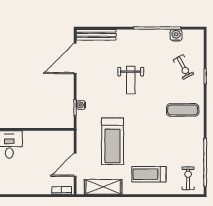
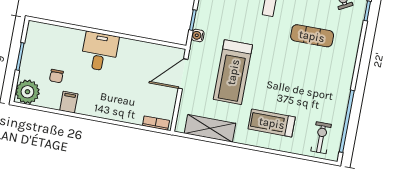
water cooler: (81, 105) -> (198, 35), moved
exercise mat: (183, 110) -> (312, 36), moved
door: (75, 165) -> (183, 74), moved

